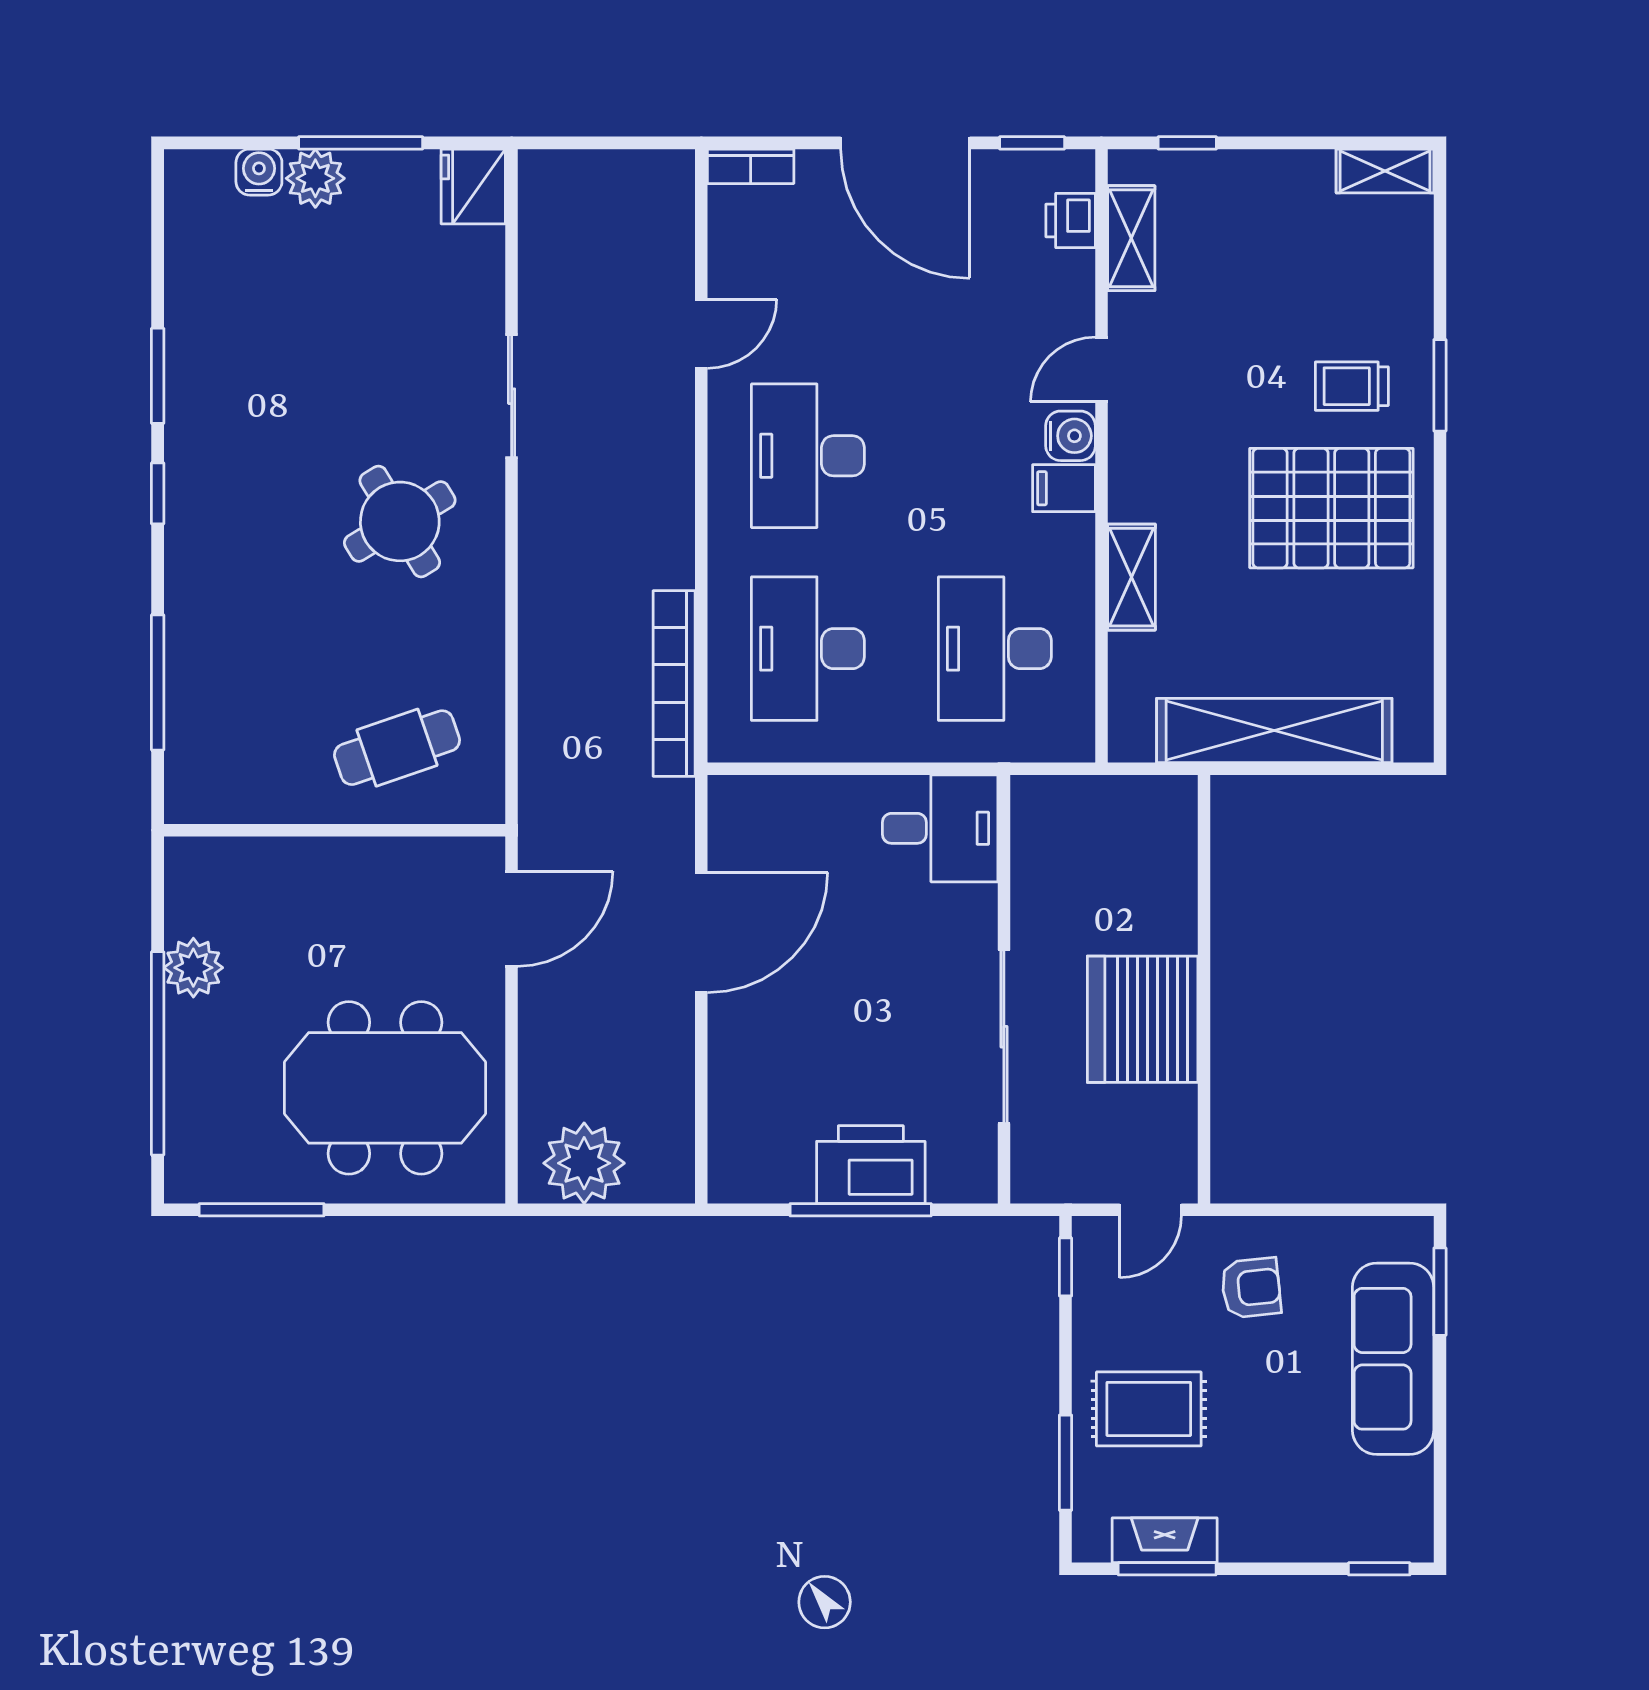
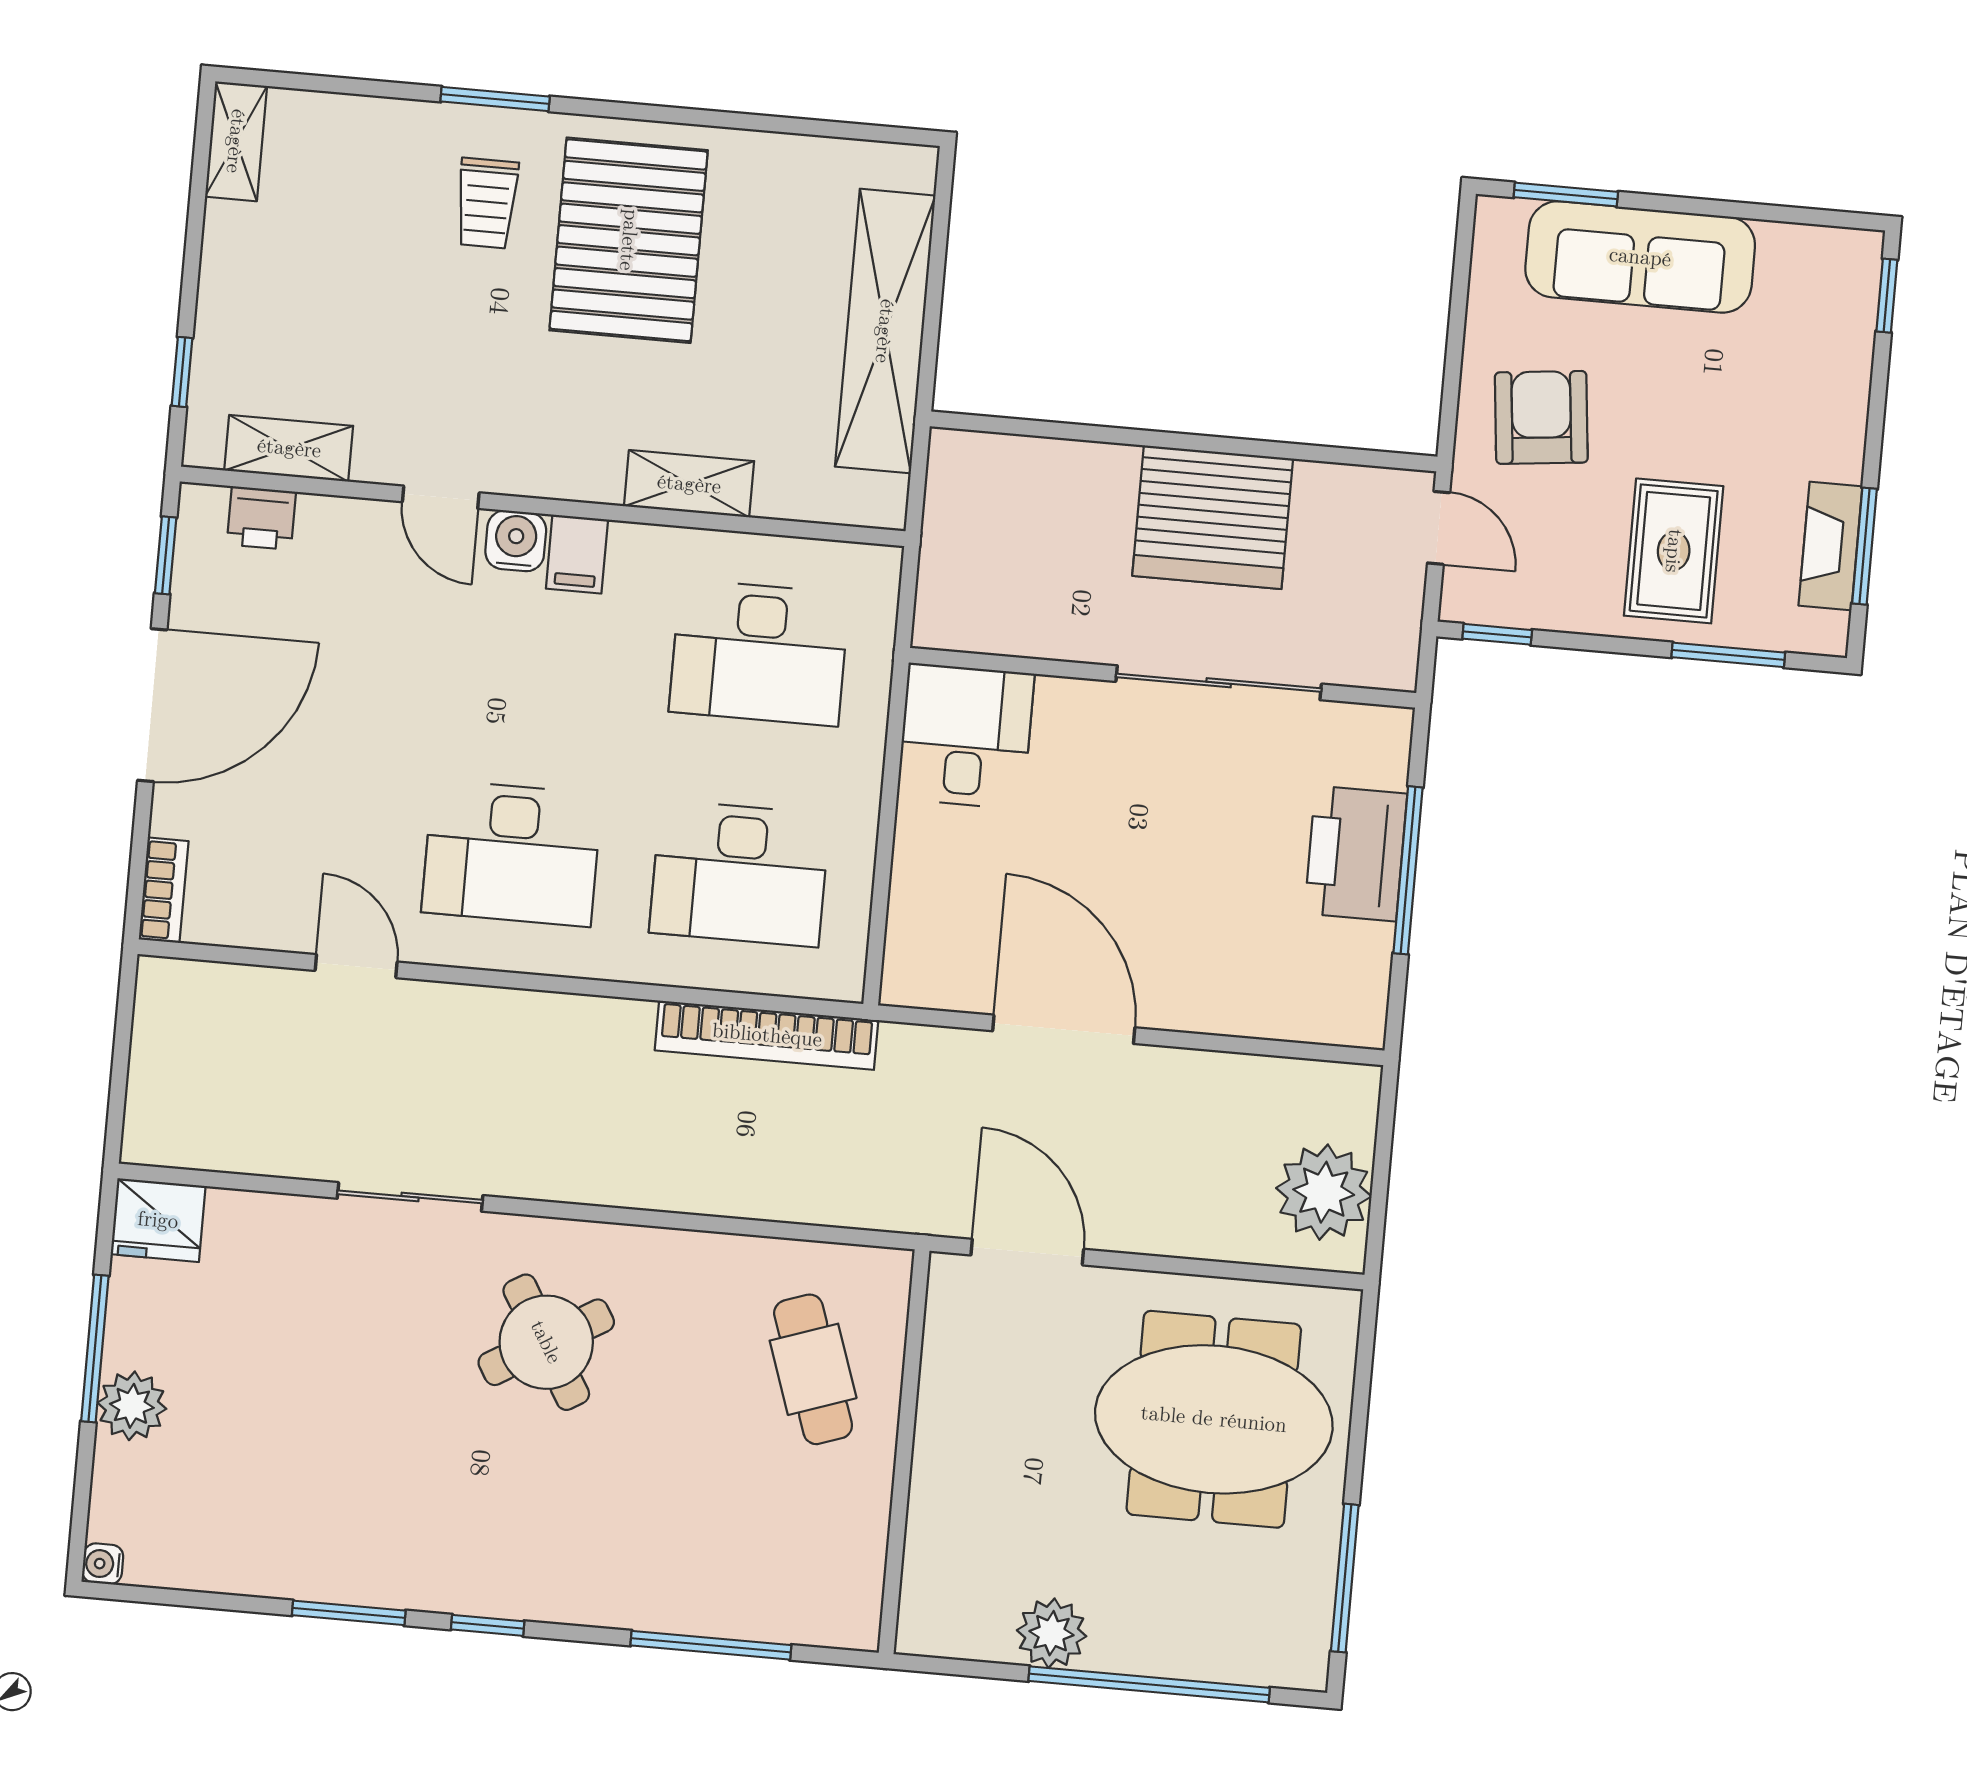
water cooler: (259, 172) -> (103, 1564), moved, width x0.72, depth x0.72
meeting table: (385, 1088) -> (1214, 1419), turned 90
armchair: (1251, 1288) -> (1541, 417), width x1.38, depth x1.38

